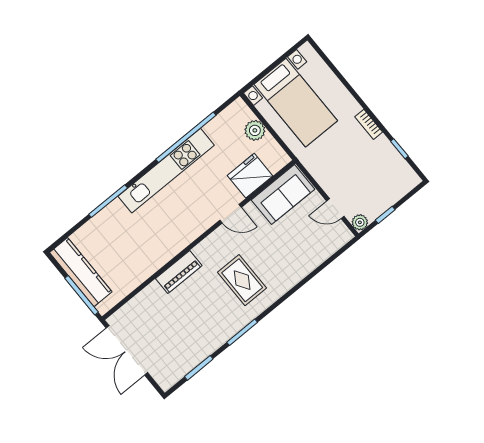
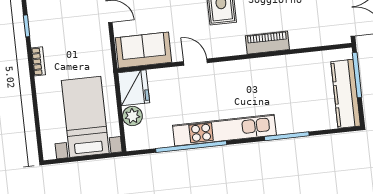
fridge: (250, 176) -> (134, 88), moved, turned -90

